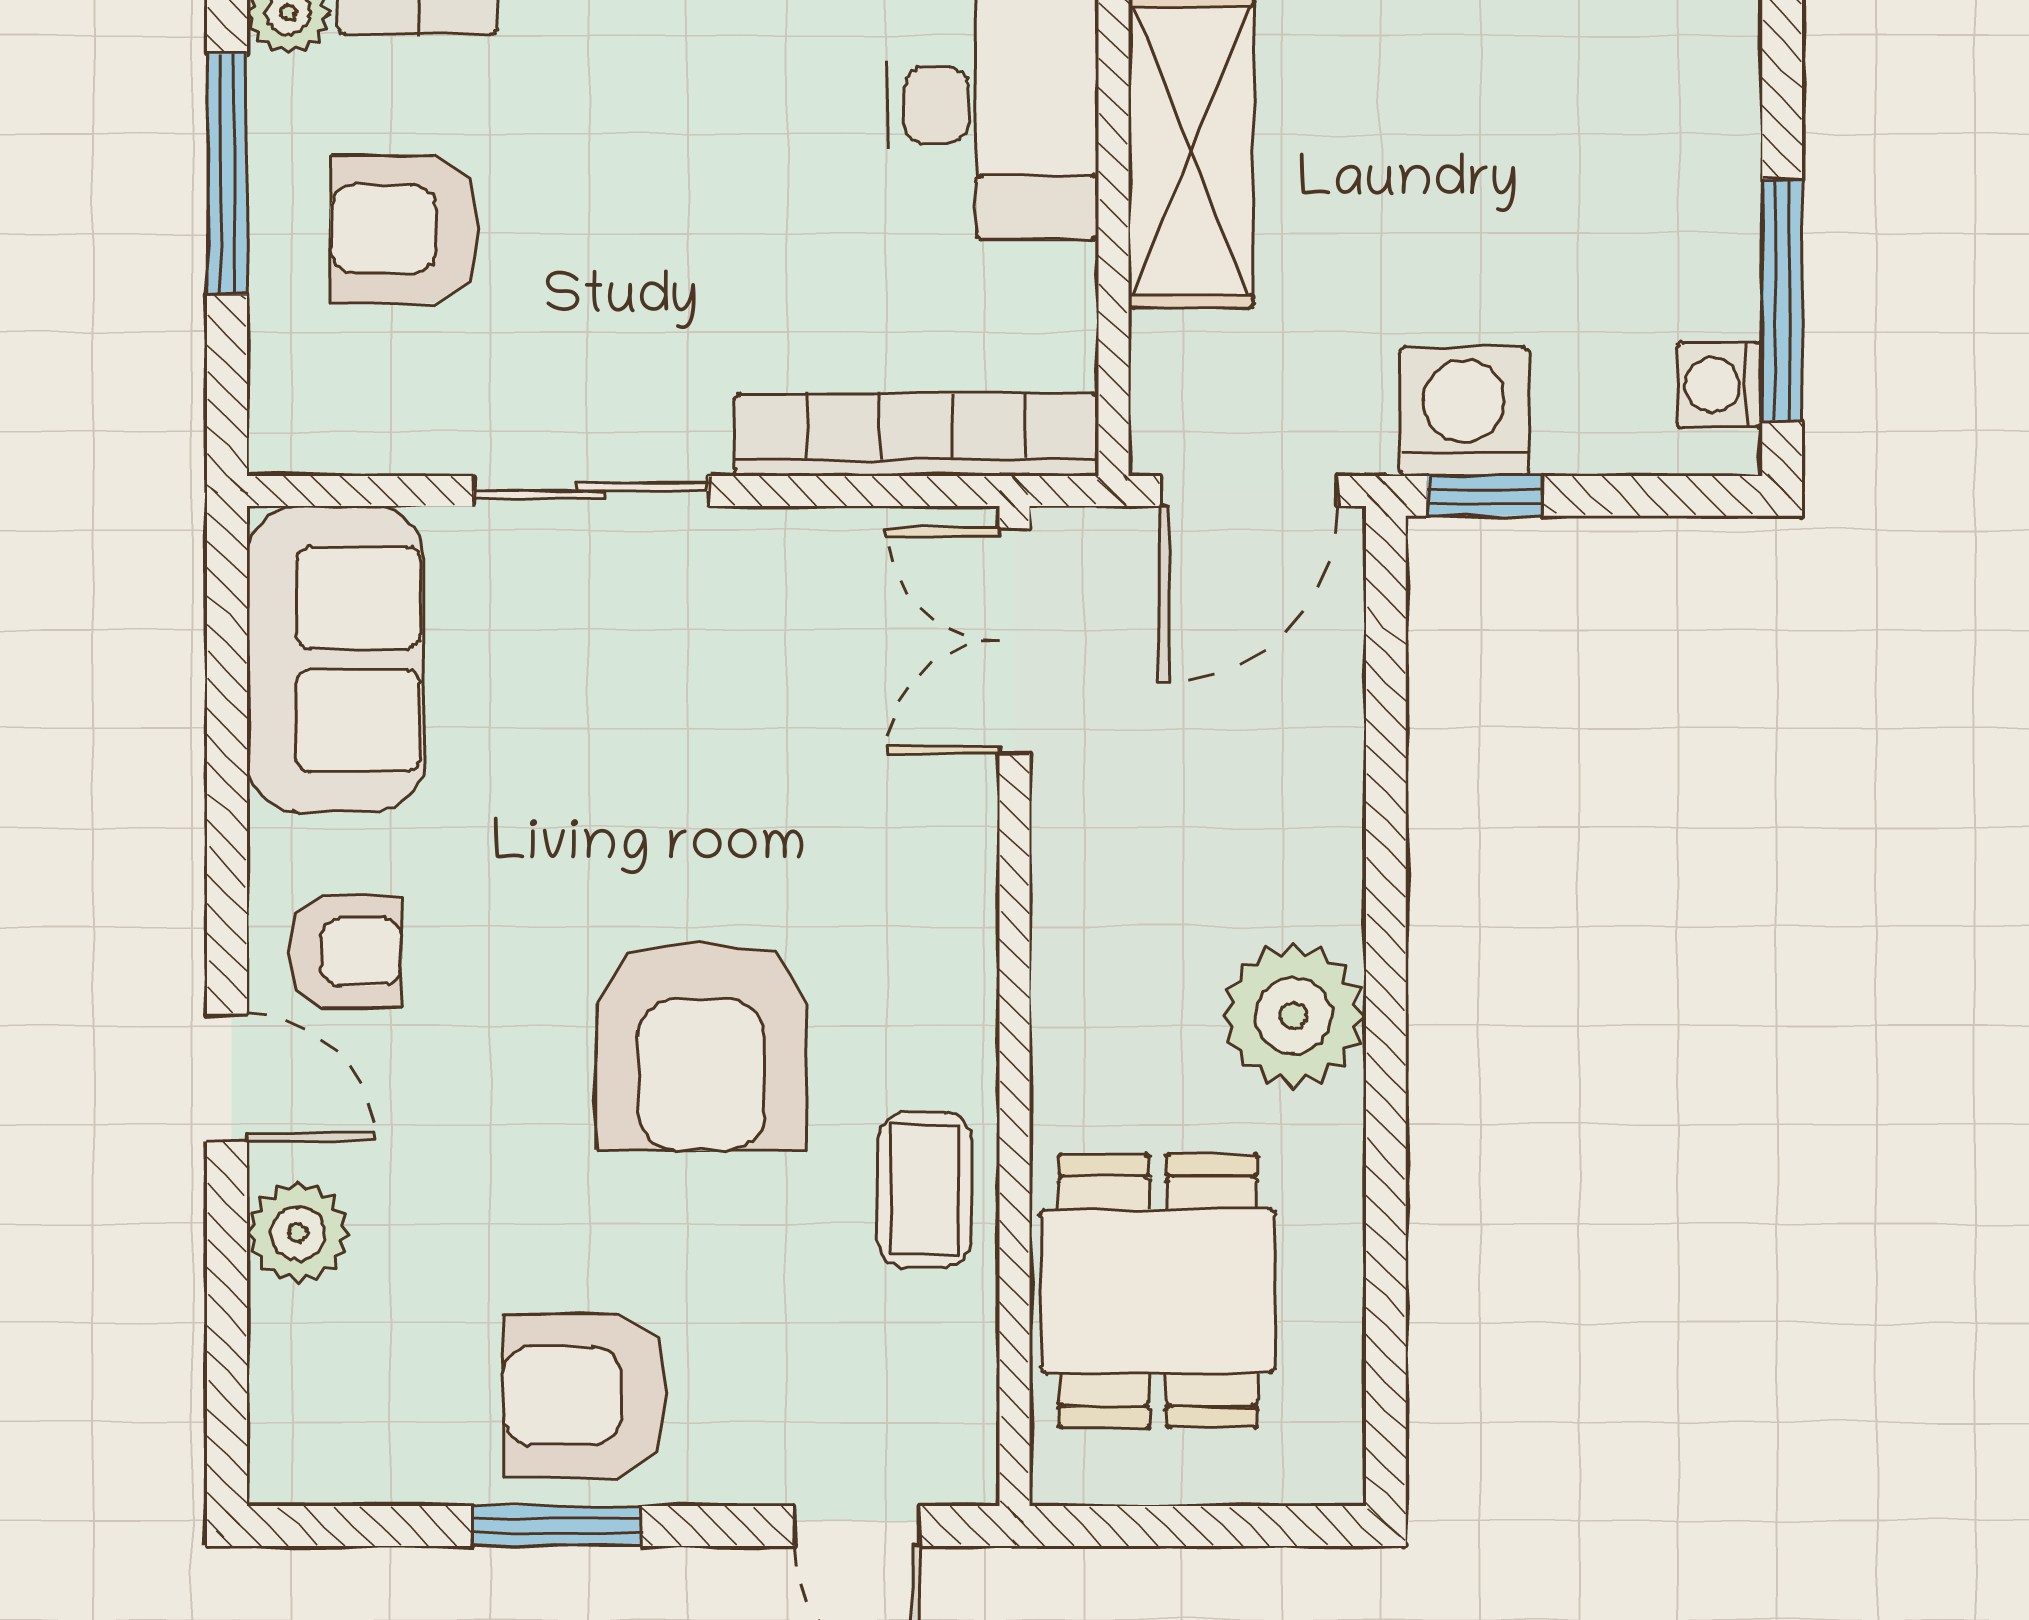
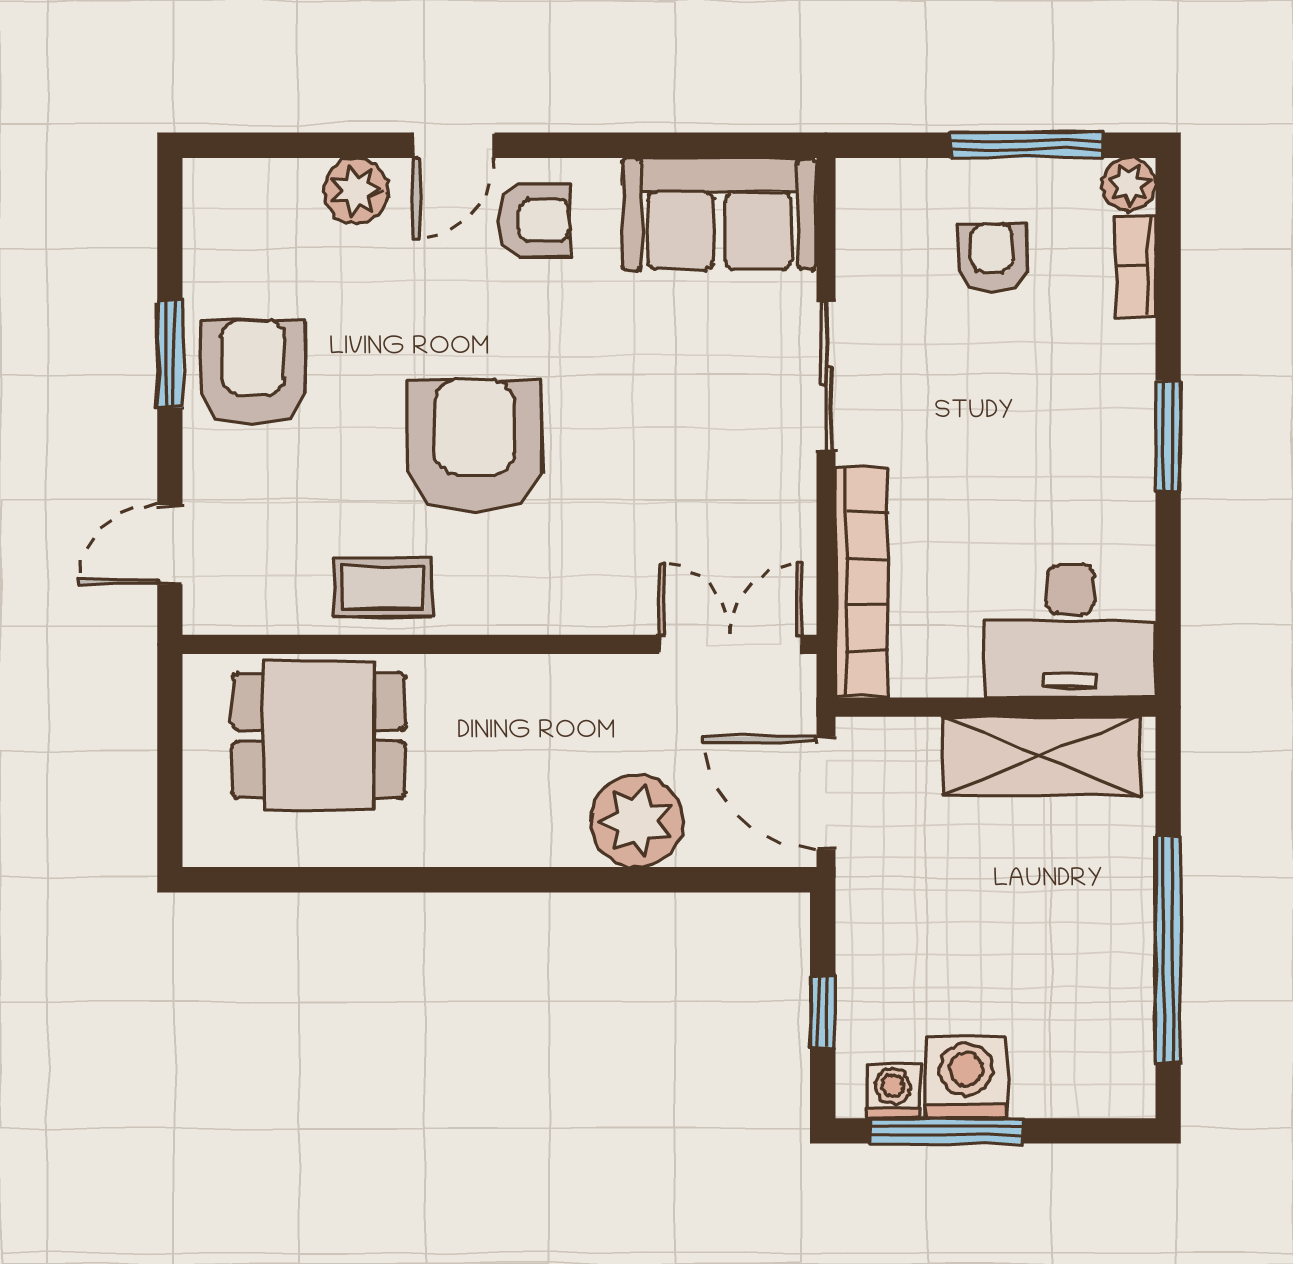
armchair: (404, 229) -> (992, 258), width x0.72, depth x0.72
washing machine: (1464, 412) -> (966, 1077), moved, turned -90
window: (1485, 496) -> (823, 1012), moved
armchair: (345, 952) -> (534, 220), turned -90
plant: (1293, 1015) -> (637, 821), moved
armchair: (701, 1045) -> (475, 446), turned 90

